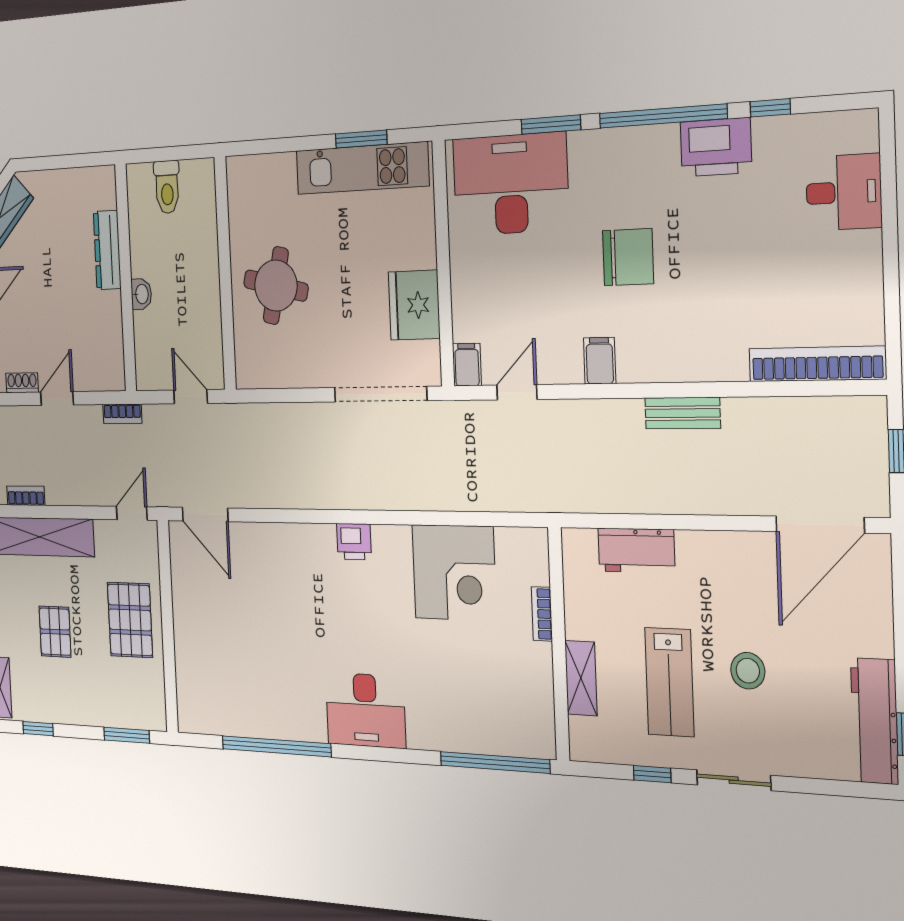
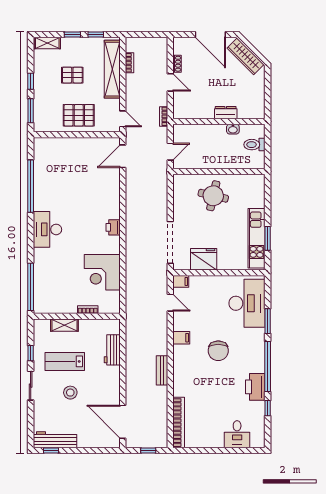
dresser: (107, 250) -> (226, 113), width x0.70
washbasin: (141, 294) -> (233, 129), moved
window: (38, 729) -> (31, 81), moved

